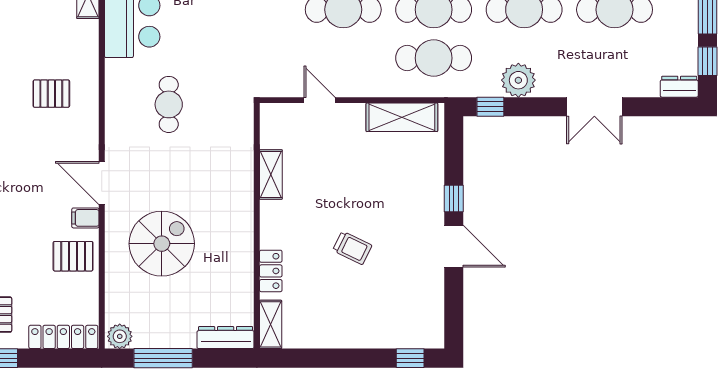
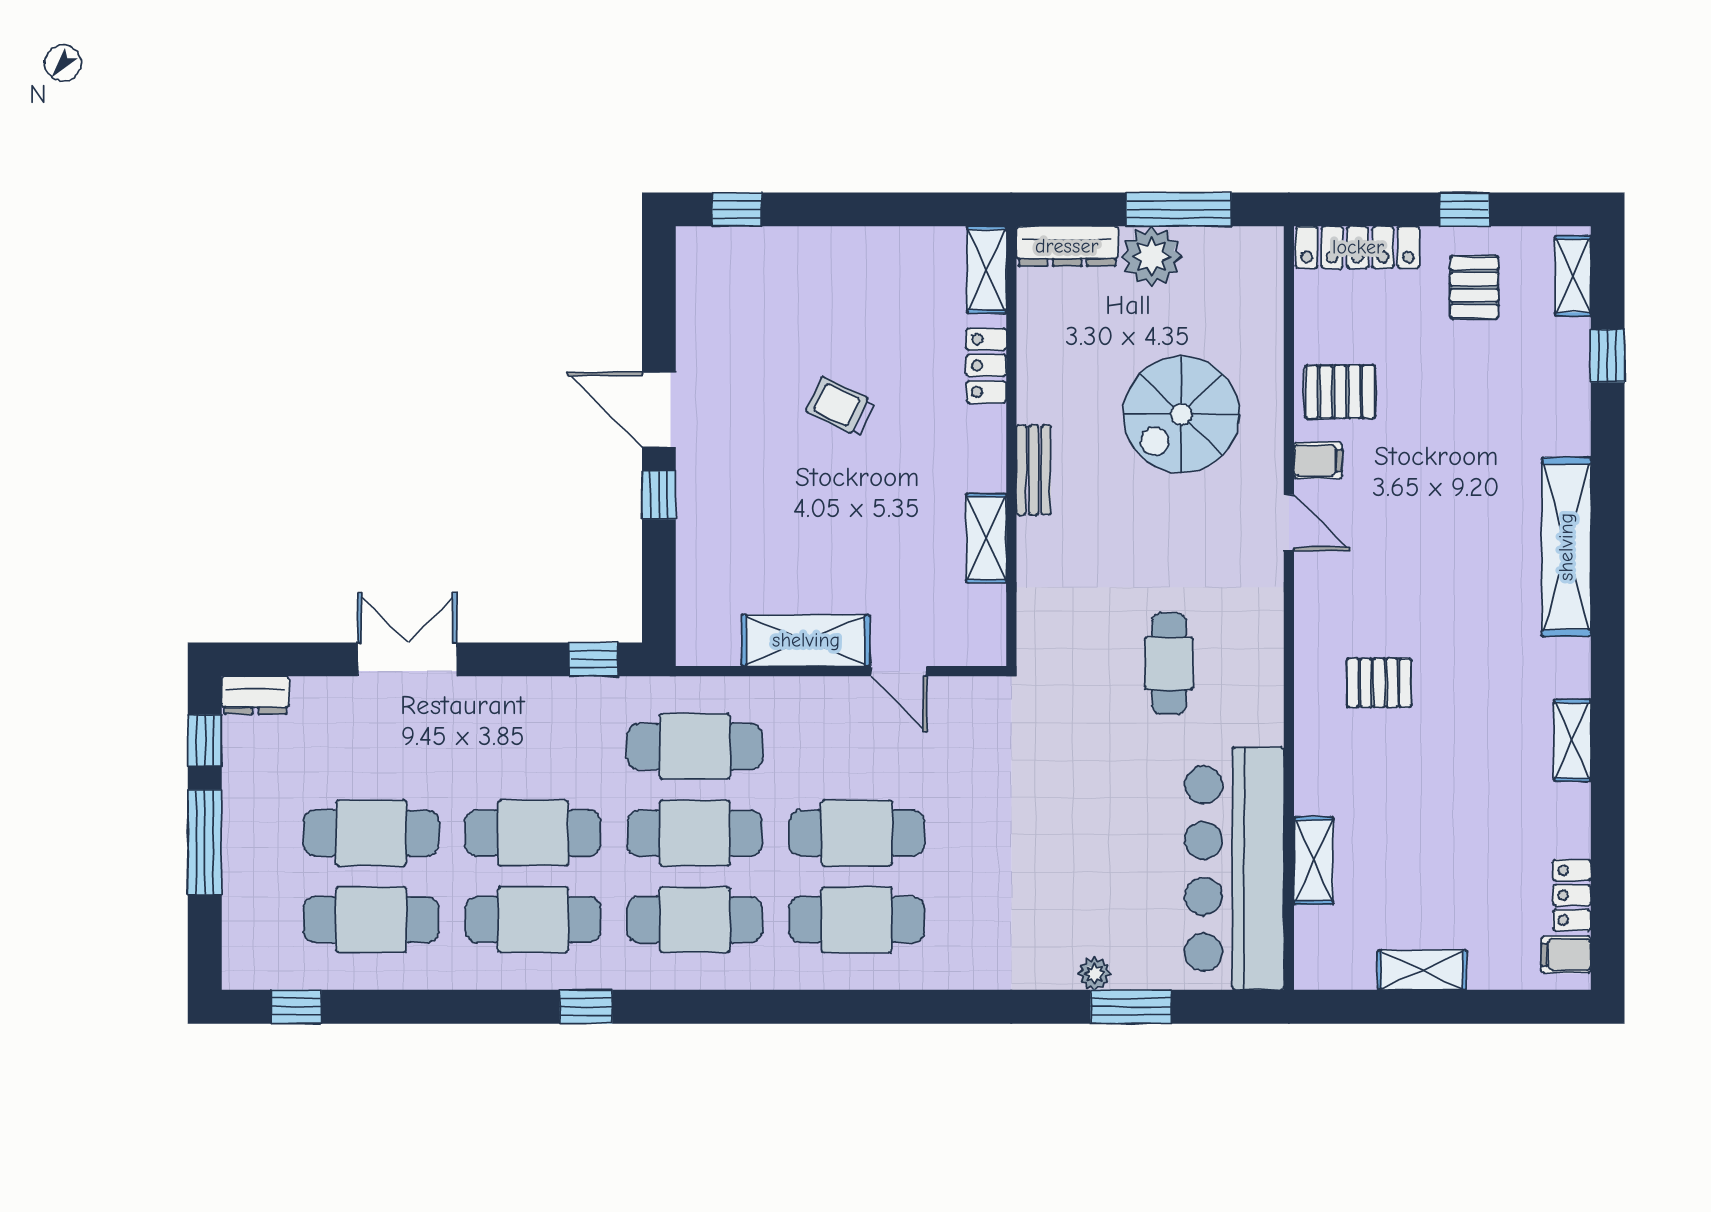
plant: (518, 80) -> (543, 707), removed
shelving: (402, 117) -> (806, 640), moved
door: (102, 183) -> (1289, 523), width x0.73
bench: (244, 213) -> (1034, 470), added
plant: (120, 336) -> (1152, 256), moved, width x1.36, depth x1.36

